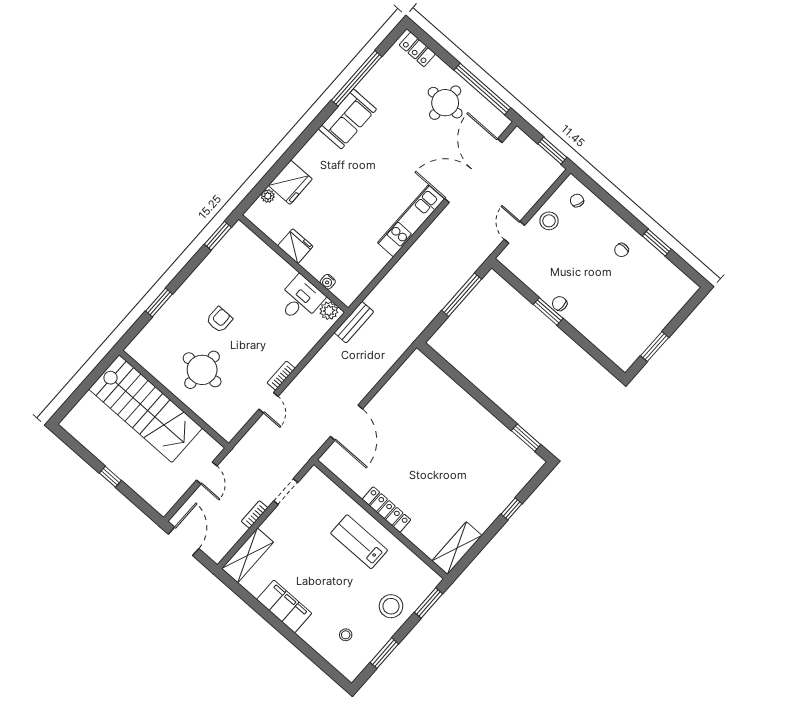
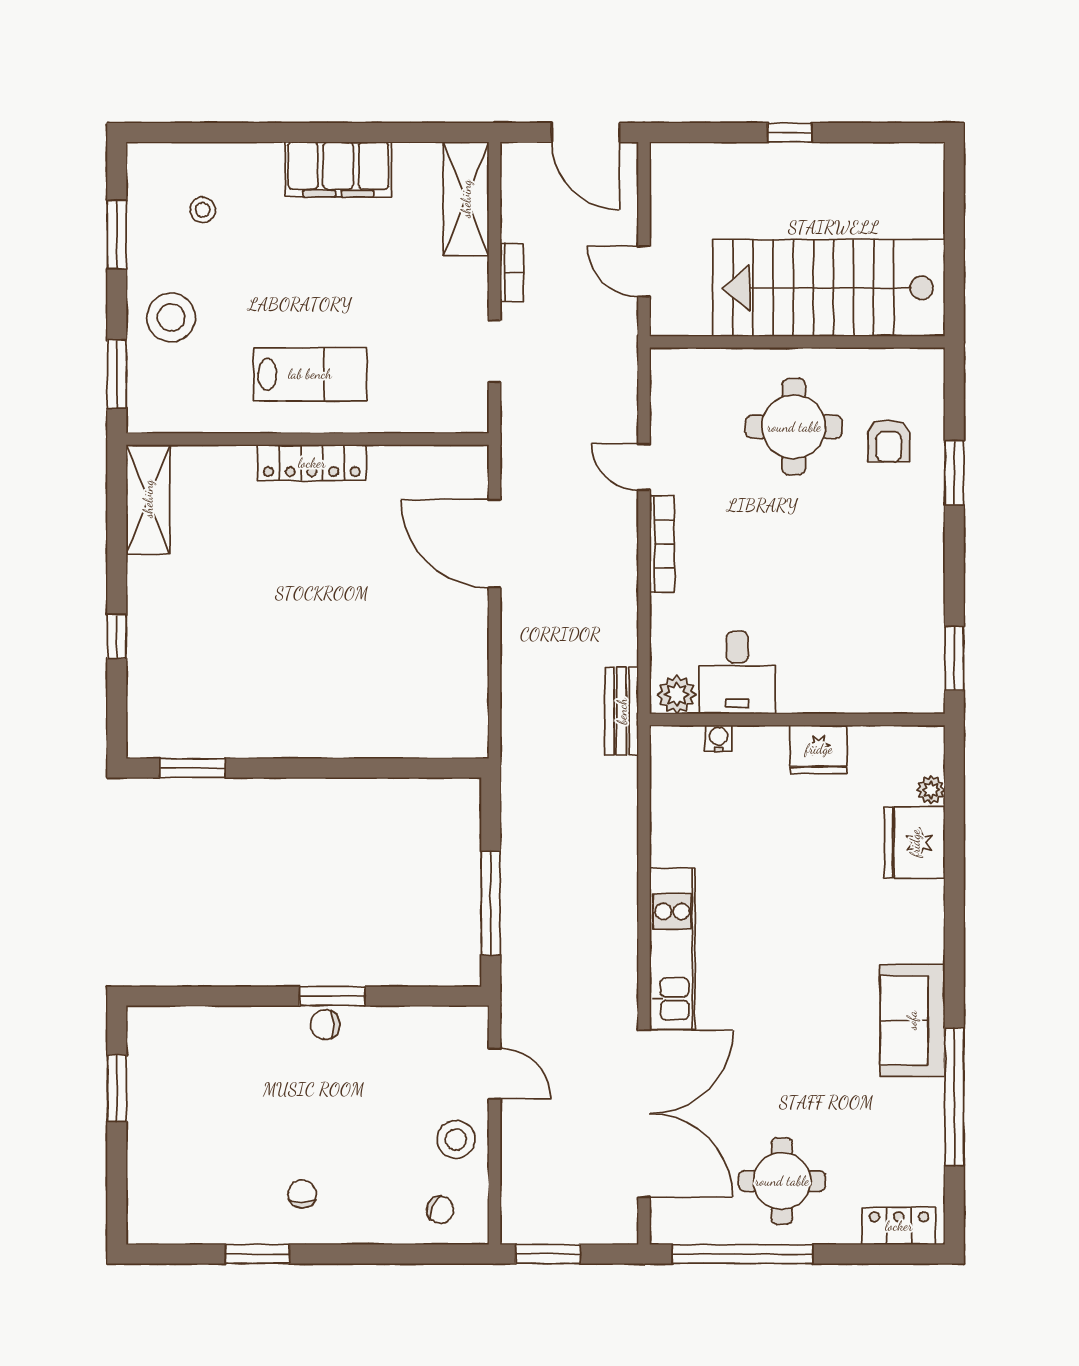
chair: (560, 304) -> (325, 1024), turned 180
armchair: (219, 320) -> (889, 441), moved
bookcase: (281, 376) -> (662, 544), width x1.56

